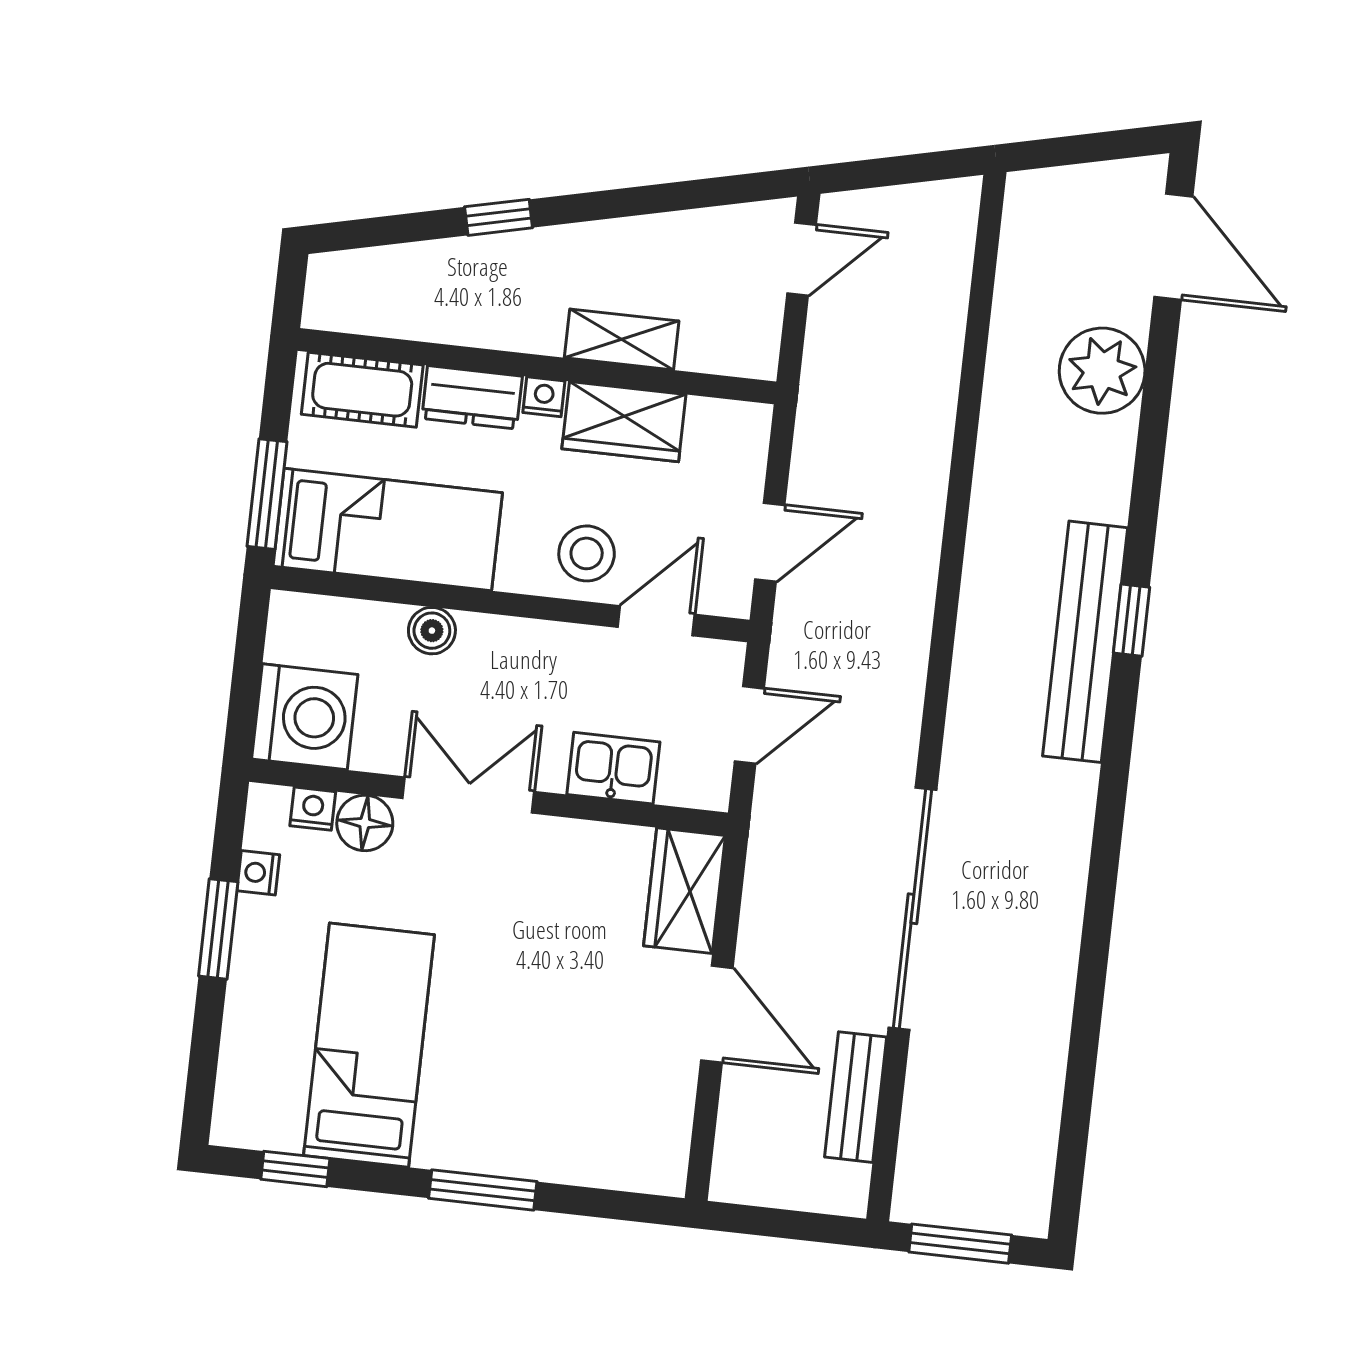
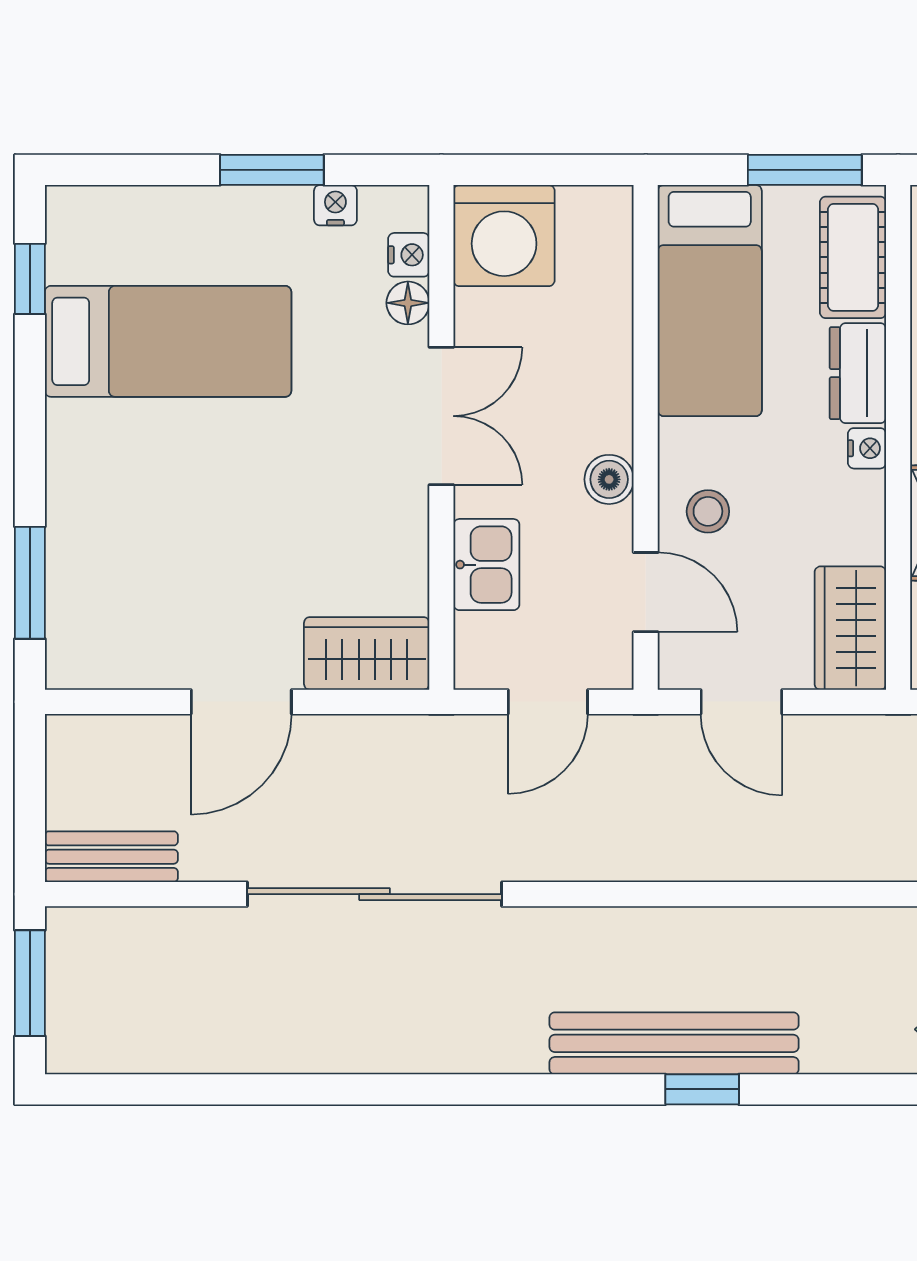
wardrobe: (624, 422) -> (850, 628), moved
window: (267, 494) -> (805, 170), moved
stool: (587, 553) -> (708, 511), width x0.73, depth x0.73
boiler: (432, 631) -> (609, 479), moved
door: (749, 725) -> (548, 702), hinge flipped
floor lamp: (365, 823) -> (408, 303), width x0.73, depth x0.73
bench: (856, 1097) -> (111, 857), moved
window: (483, 1190) -> (30, 583), moved

